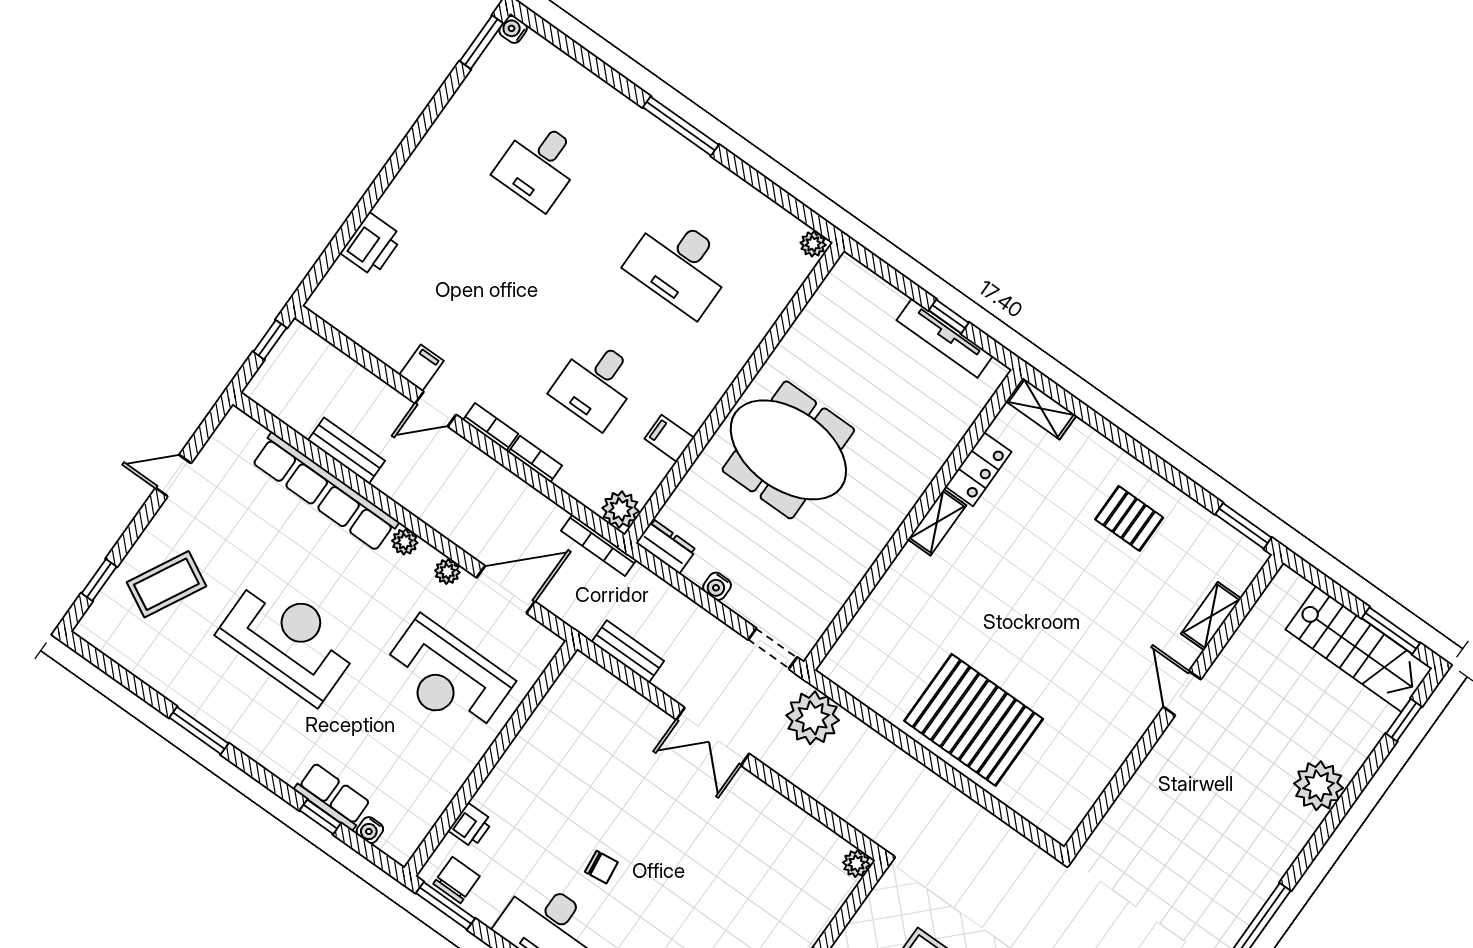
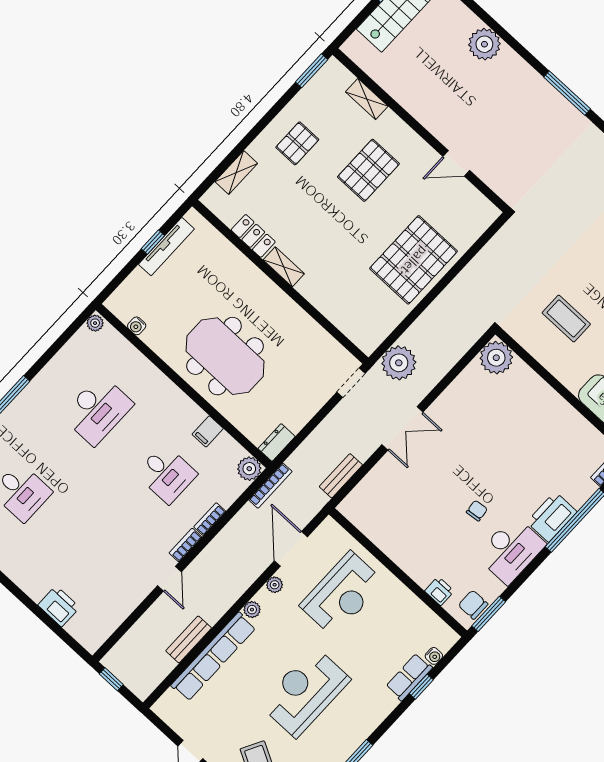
filing cabinet: (422, 368) -> (142, 584), removed
shelving: (1041, 408) -> (236, 173), moved
meeting table: (788, 450) -> (225, 356), turned 90
water cooler: (717, 586) -> (137, 326), moved, turned 90
pallet: (1102, 633) -> (368, 170), added
door: (1182, 693) -> (456, 163), moved
plant: (857, 864) -> (496, 358), width x1.88, depth x1.88

